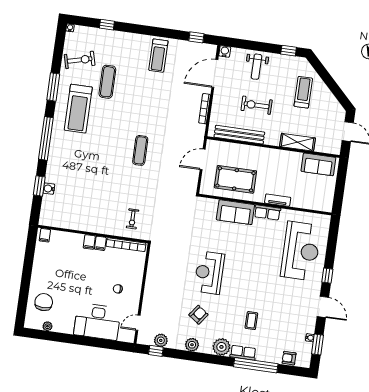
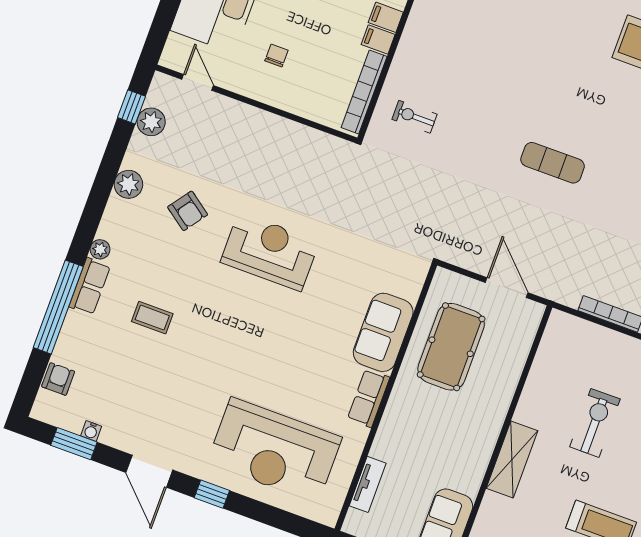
bench: (239, 135) -> (542, 374), removed
shelving: (297, 142) -> (512, 460), moved
tv unit: (278, 200) -> (368, 484), moved
door: (323, 307) -> (149, 471), hinge flipped
plant: (221, 347) -> (100, 249), width x0.53, depth x0.53

